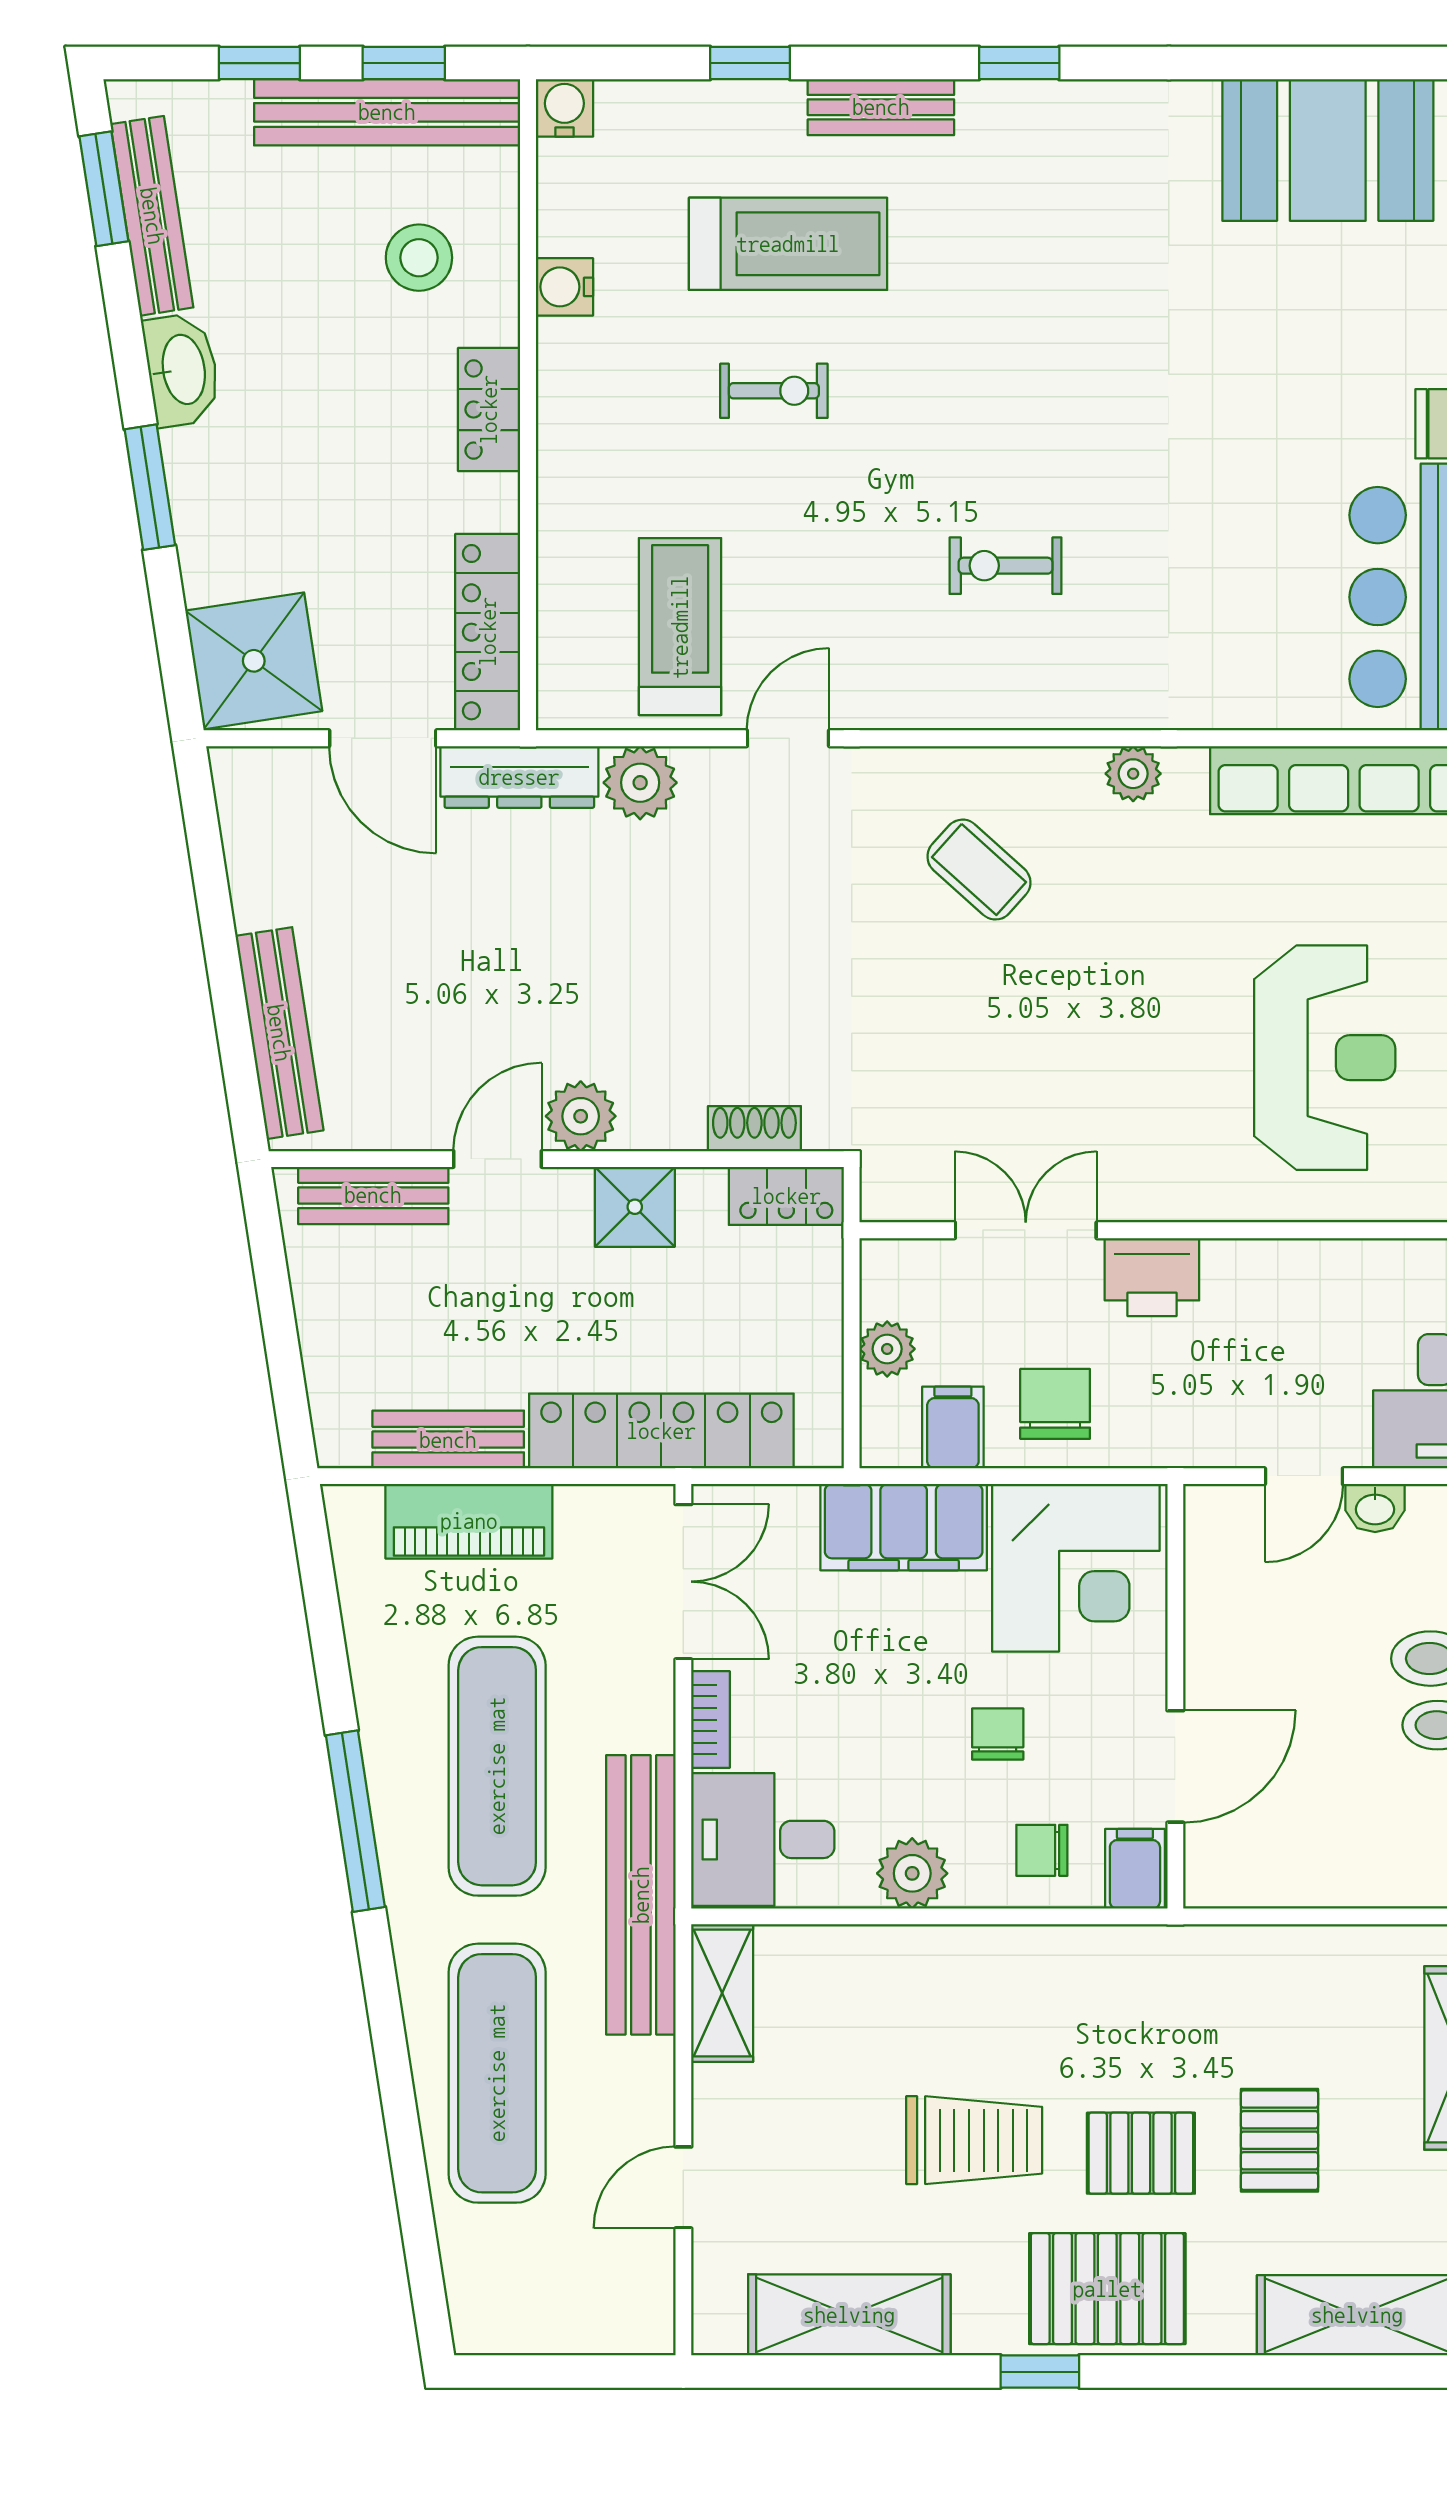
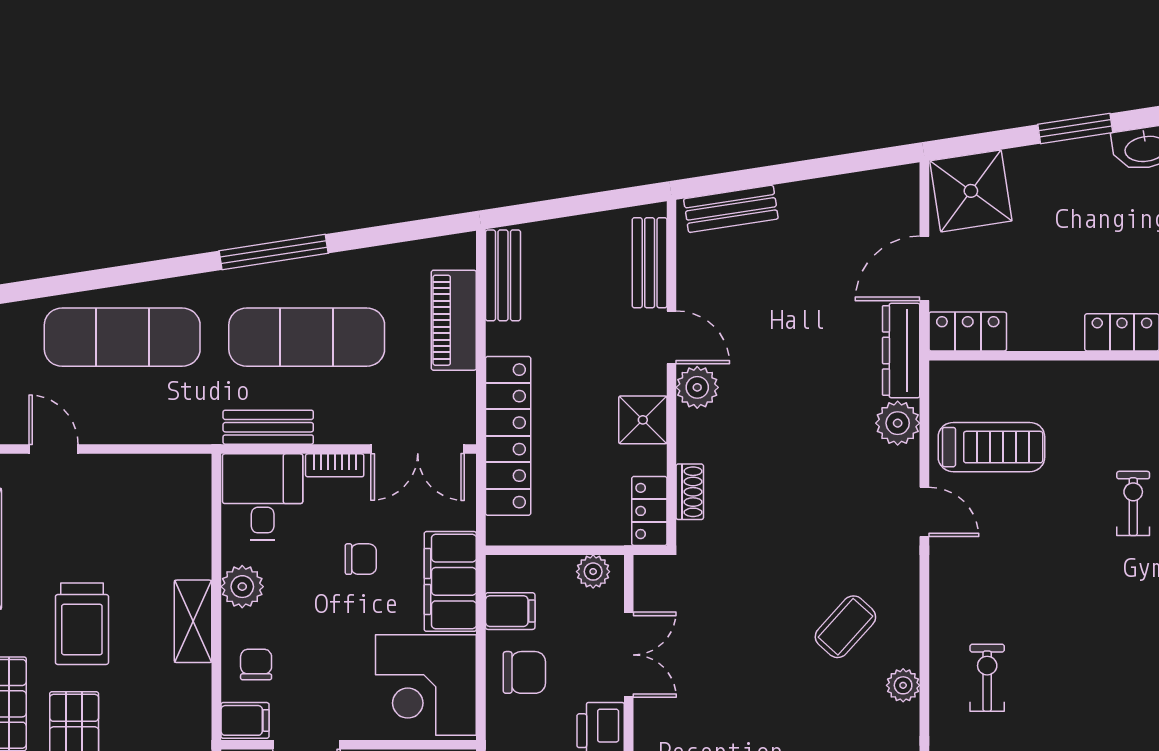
exercise bike: (774, 391) -> (1133, 503), turned 180
exercise bike: (1005, 566) -> (987, 678), moved
locker: (488, 632) -> (968, 331), width x0.66
plant: (1133, 774) -> (903, 685), moved
bench: (279, 1033) -> (731, 209), width x0.73
plant: (887, 1349) -> (593, 572), moved
bench: (448, 1440) -> (503, 275), moved
chair: (998, 1734) -> (361, 559), moved
bench: (641, 1895) -> (268, 427), width x0.54, depth x0.82
shelving: (722, 1993) -> (193, 621), moved, turned 90

